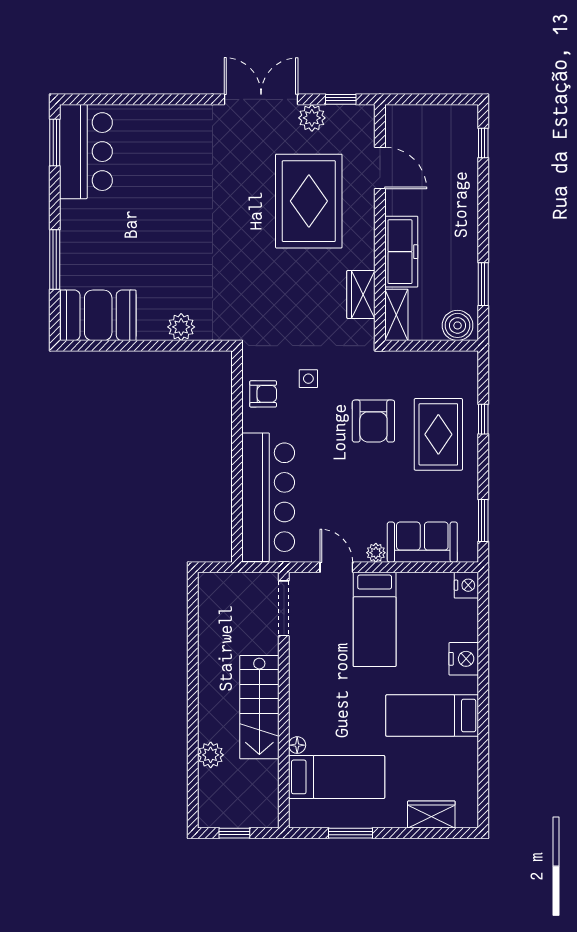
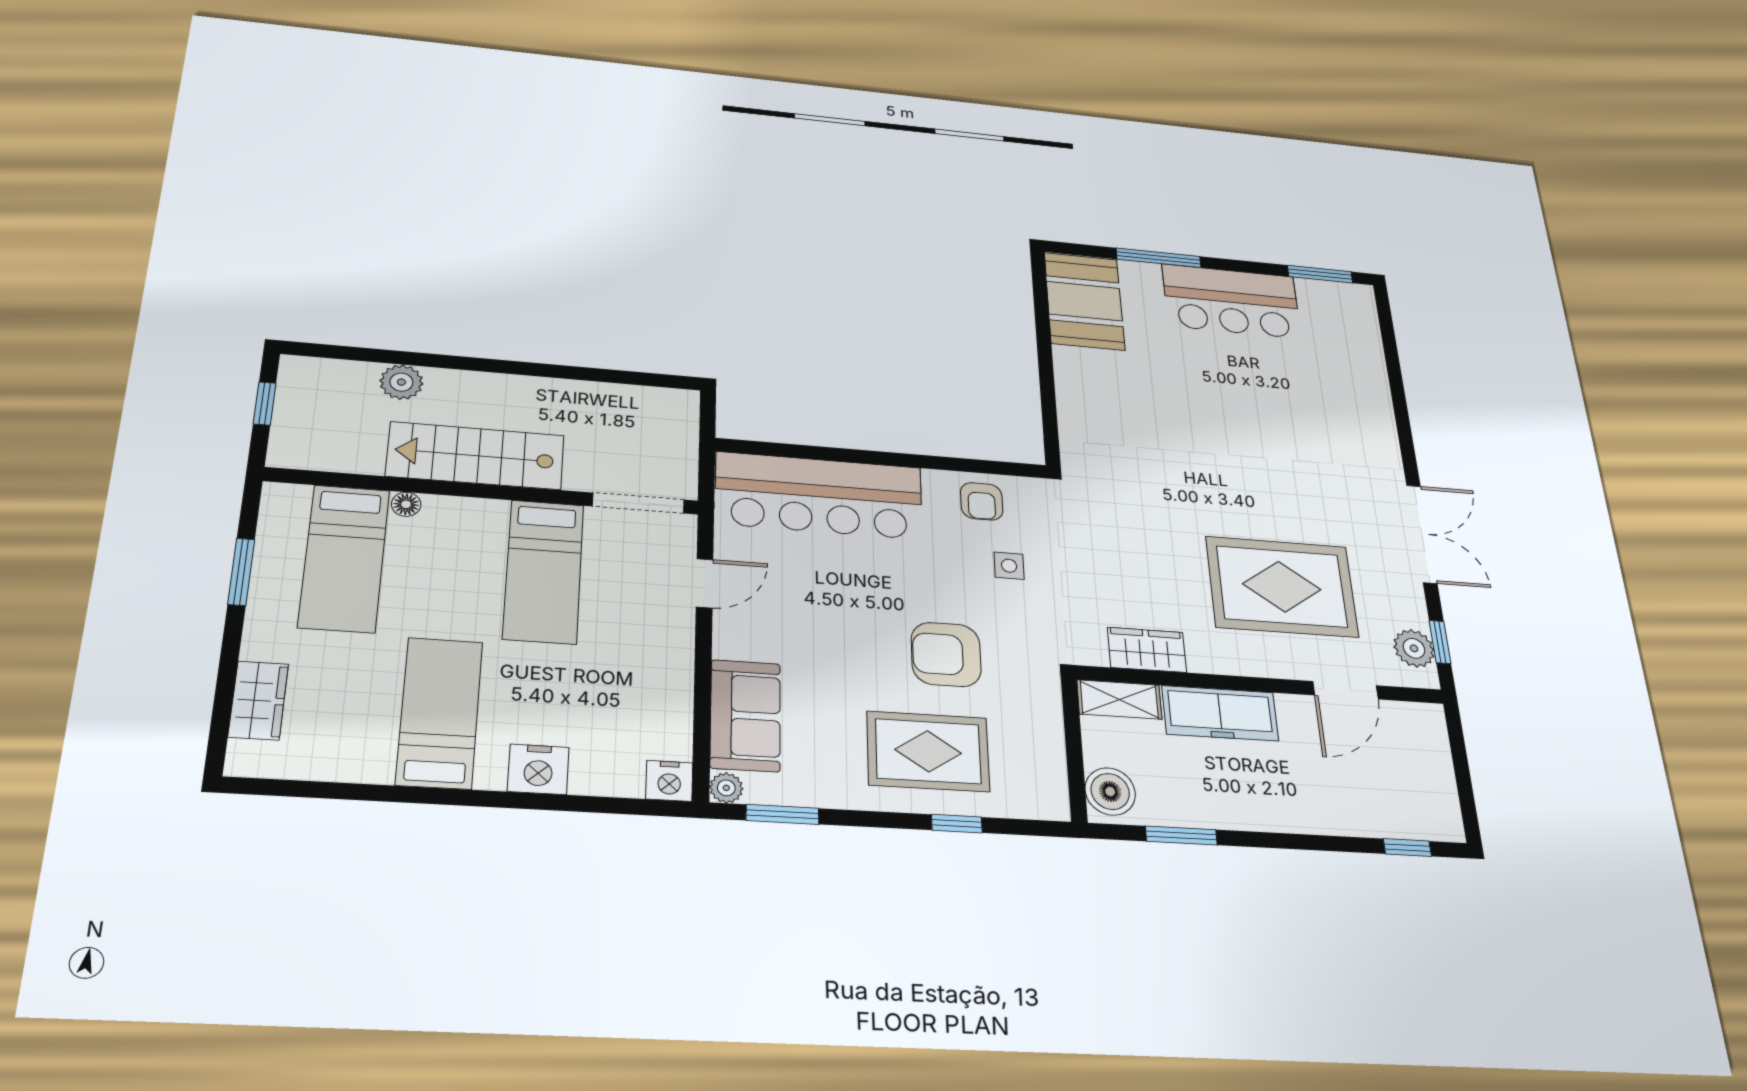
plant: (312, 118) -> (1414, 648), moved
bar counter: (86, 152) -> (1231, 301), moved
plant: (181, 327) -> (1076, 402), removed
plant: (376, 553) -> (726, 788), moved
bed: (375, 619) -> (544, 571), moved, turned -90

